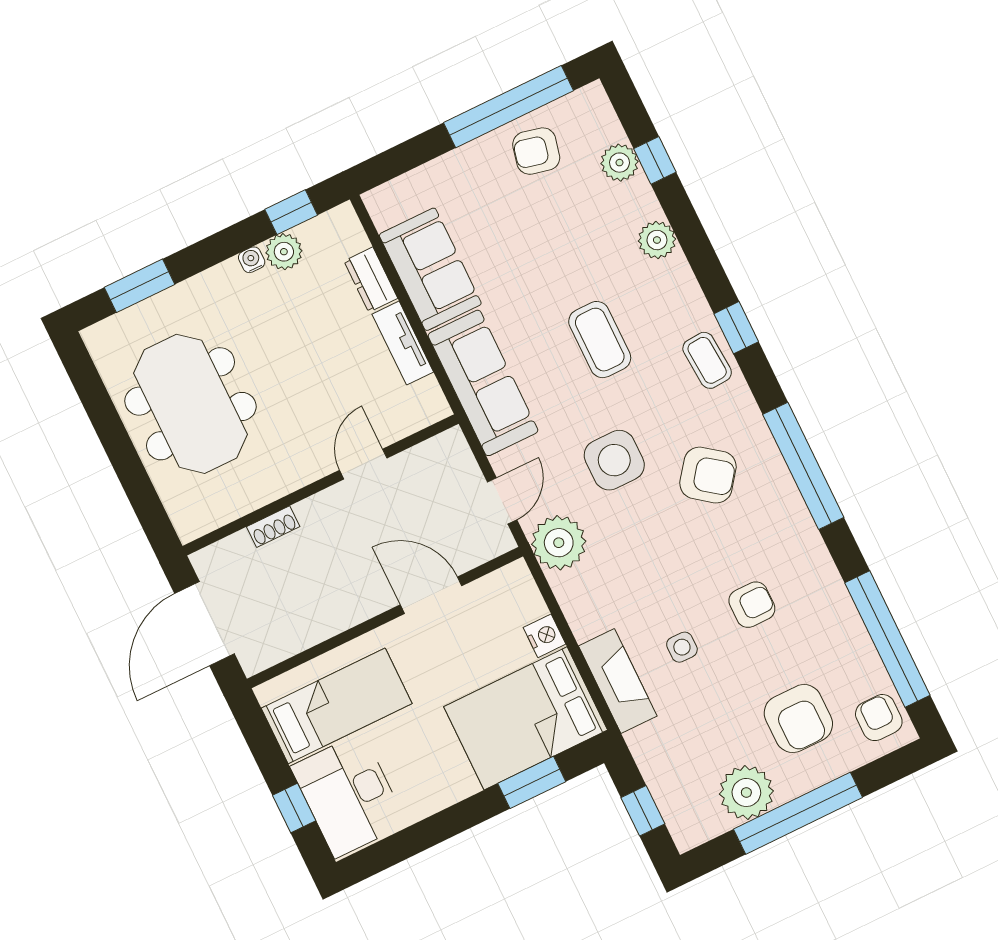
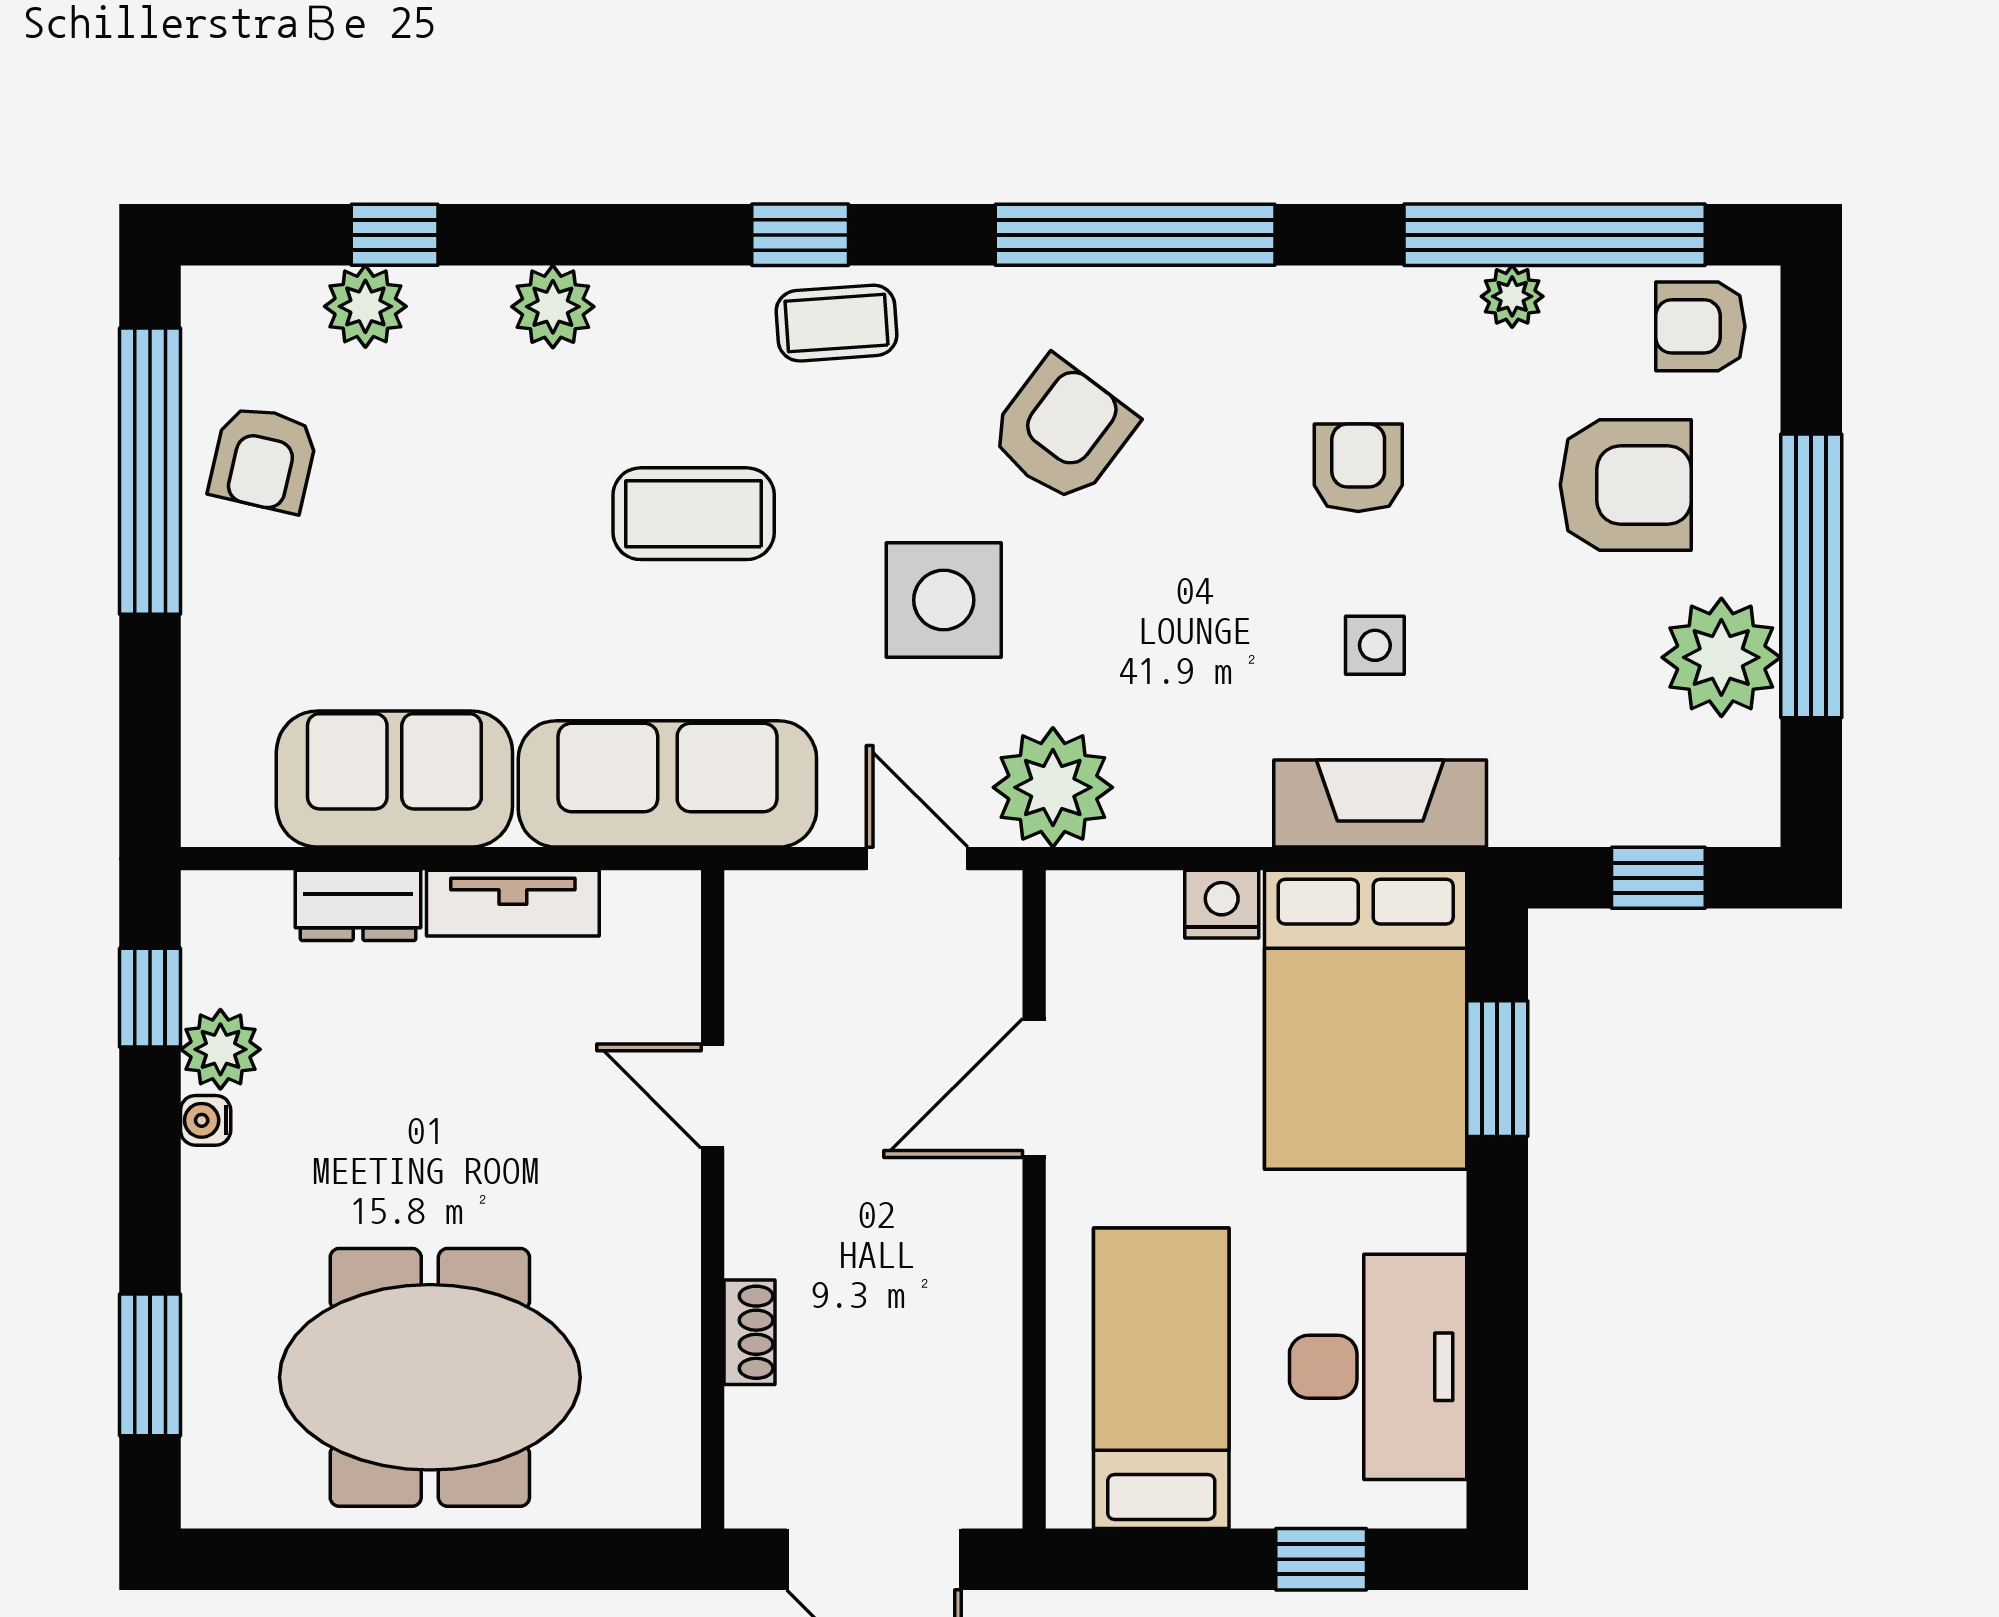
plant: (853, 634) -> (1512, 296), added
desk: (349, 795) -> (1378, 1367), moved, turned -90

